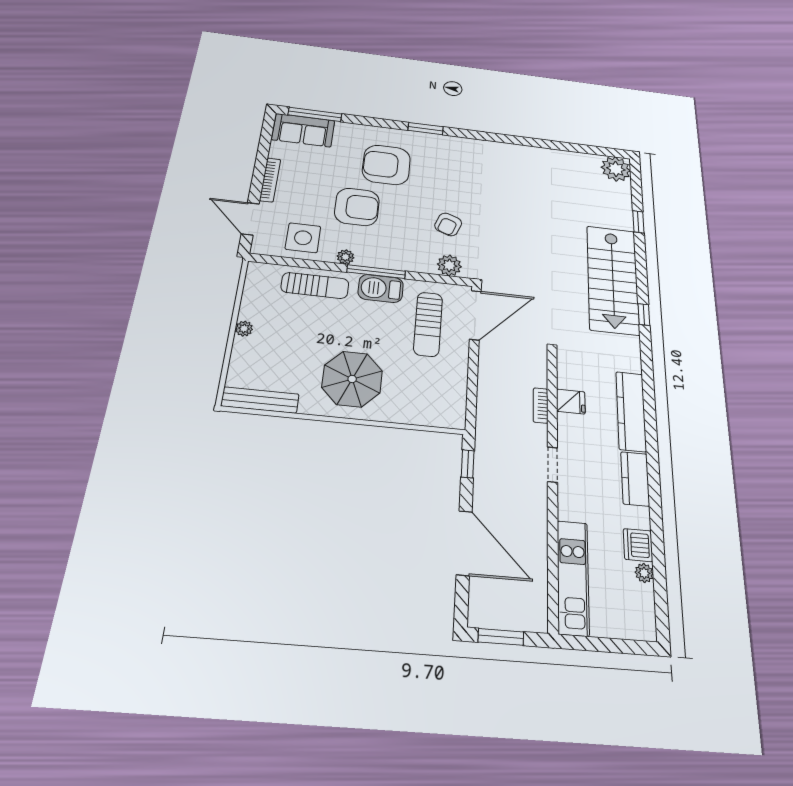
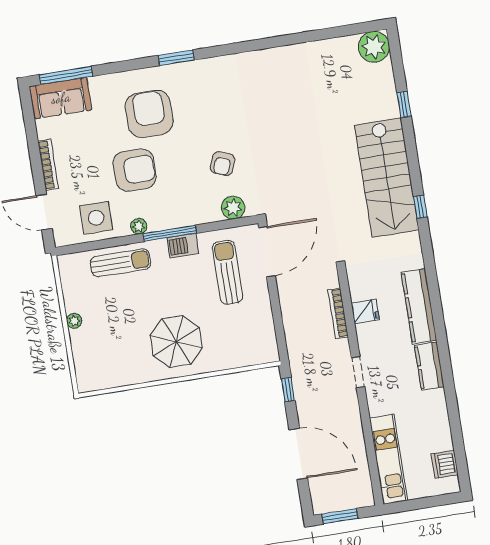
armchair: (386, 165) -> (149, 114), turned 90
barbecue: (381, 288) -> (183, 246), width x0.73, depth x0.79
sun lounger: (428, 324) -> (228, 272), turned 180
bench: (260, 400) -> (108, 380), removed
bookcase: (541, 405) -> (338, 313), width x1.56
dishwasher: (638, 545) -> (445, 464), moved
plant: (644, 573) -> (445, 442), removed

